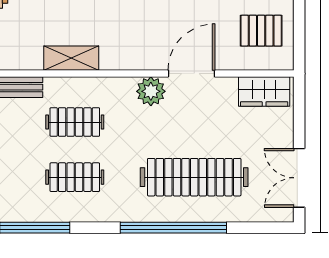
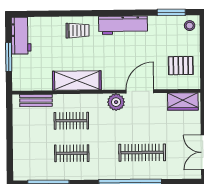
shelving: (71, 58) -> (77, 80), width x1.50, depth x1.33
clothes rail: (194, 177) -> (142, 153), width x0.73, depth x0.76

